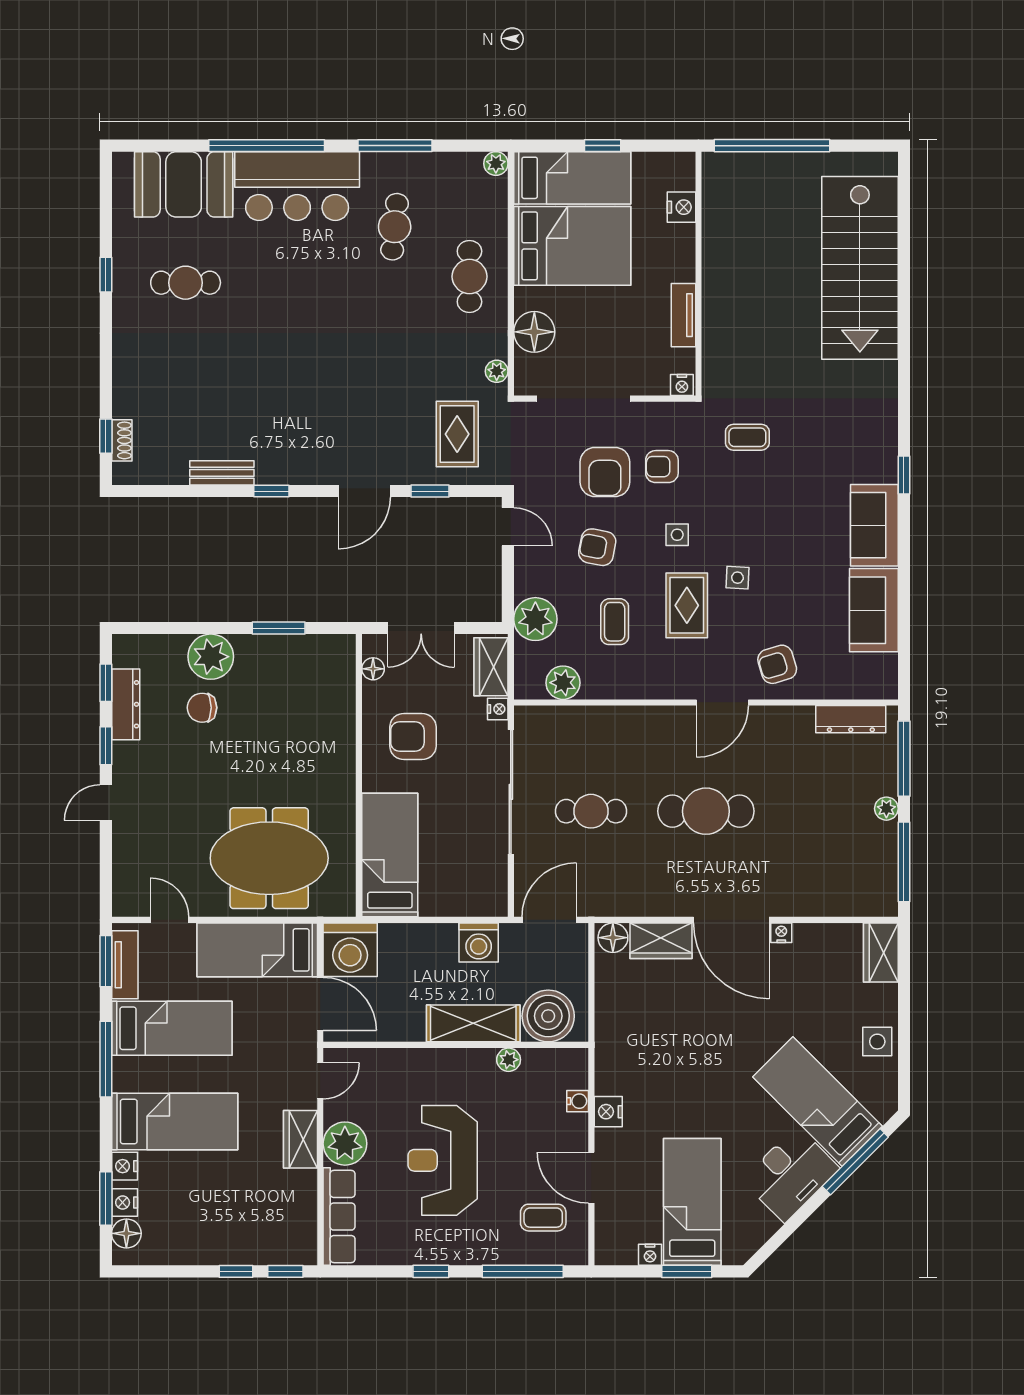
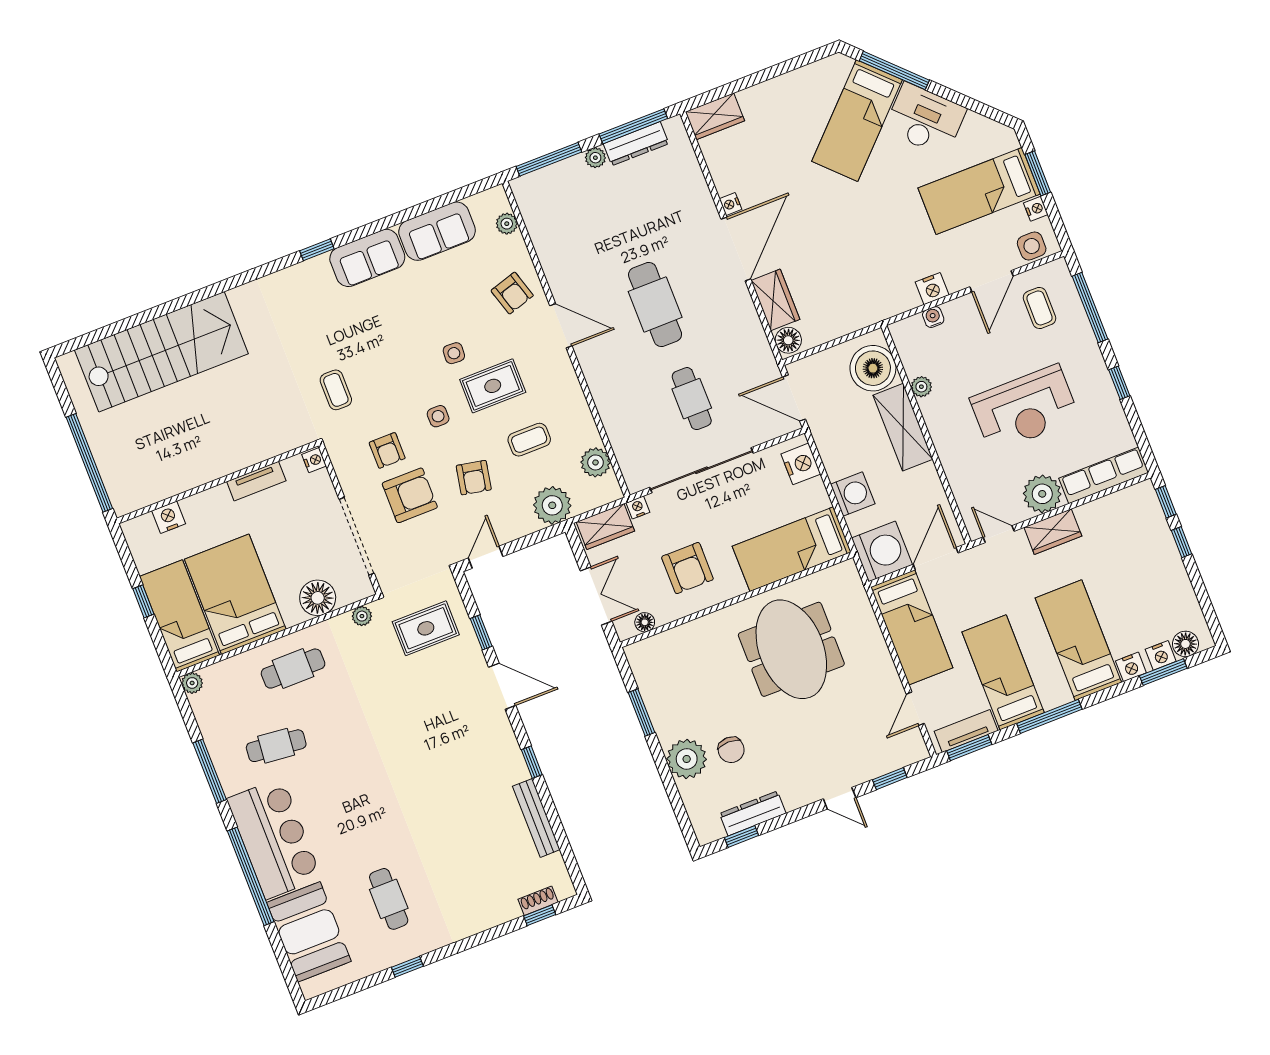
bench: (222, 473) -> (536, 818), width x1.36
plant: (853, 687) -> (507, 224), added
dresser: (851, 719) -> (636, 144), moved, turned 90
window: (106, 746) -> (890, 779), moved
meeting table: (269, 858) -> (791, 649), moved
nightstand: (476, 900) -> (801, 464), added
washing machine: (479, 942) -> (853, 494), moved
side table: (877, 1042) -> (1032, 246), moved

